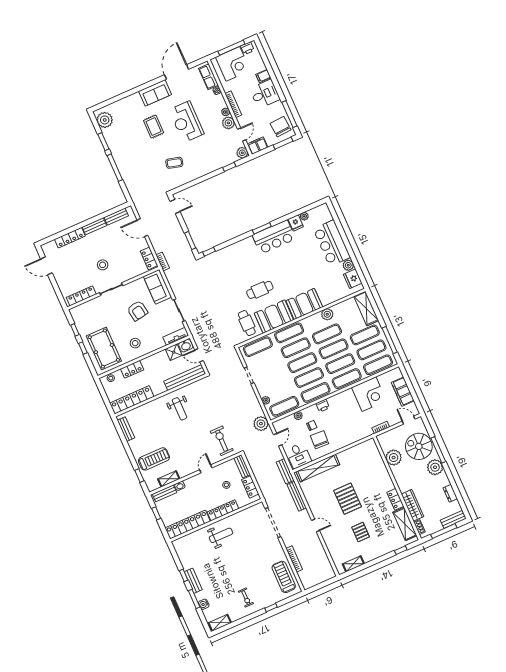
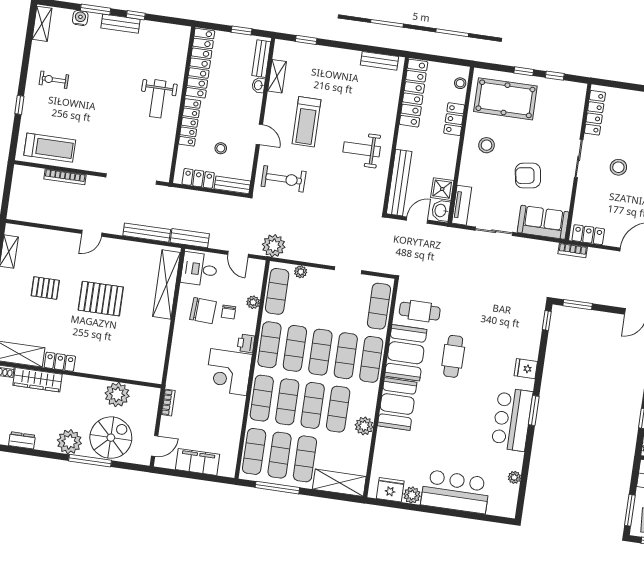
fridge: (296, 223) -> (526, 369), moved
corner desk: (369, 394) -> (229, 372), moved
treadmill: (154, 459) -> (307, 122), moved

